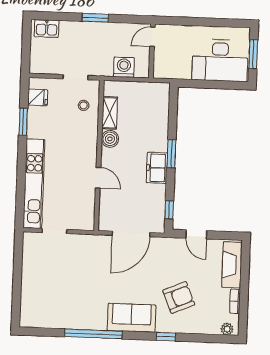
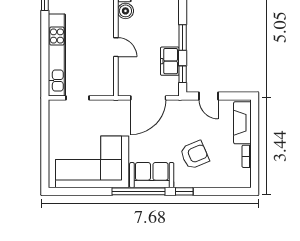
window: (171, 154) -> (183, 37), moved
freezer: (157, 168) -> (170, 61), moved
corner sofa: (68, 301) -> (92, 162), added
plant: (227, 329) -> (240, 182), removed
window: (93, 334) -> (139, 191), moved

